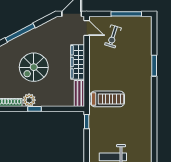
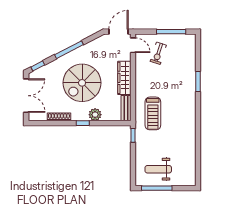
spiral stairs: (34, 67) -> (82, 83), width x1.37, depth x1.37
treadmill: (107, 99) -> (153, 113), turned 90
plant: (29, 100) -> (95, 115), moved

